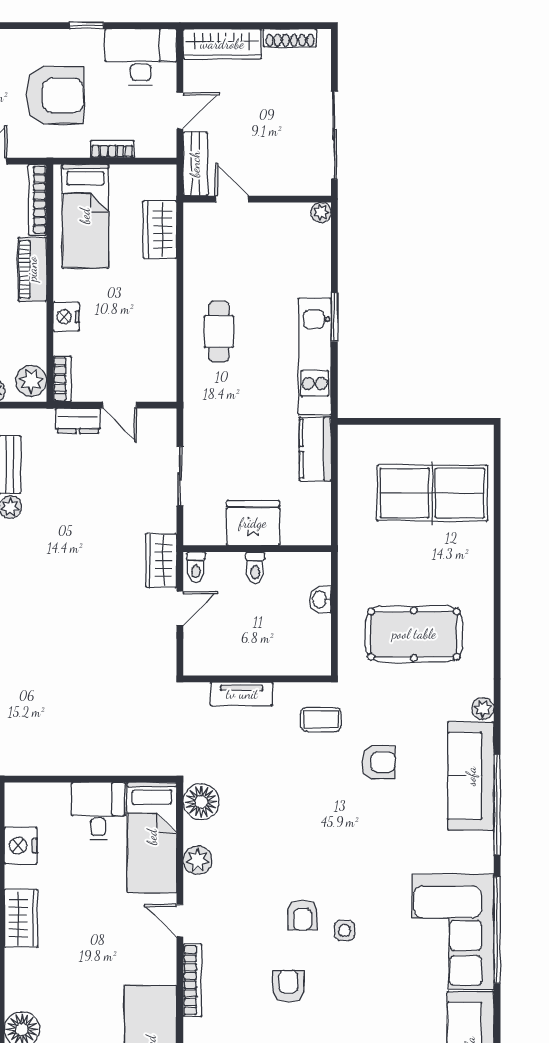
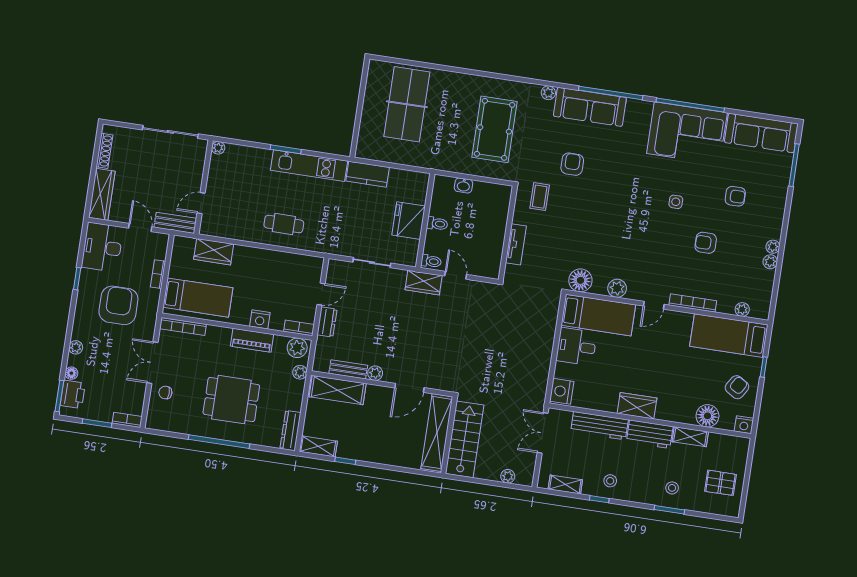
piano: (32, 269) -> (252, 340), moved
nightstand: (21, 846) -> (562, 391), moved, turned 90
armchair: (303, 915) -> (735, 196), moved

